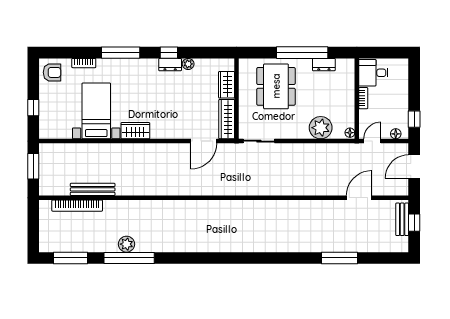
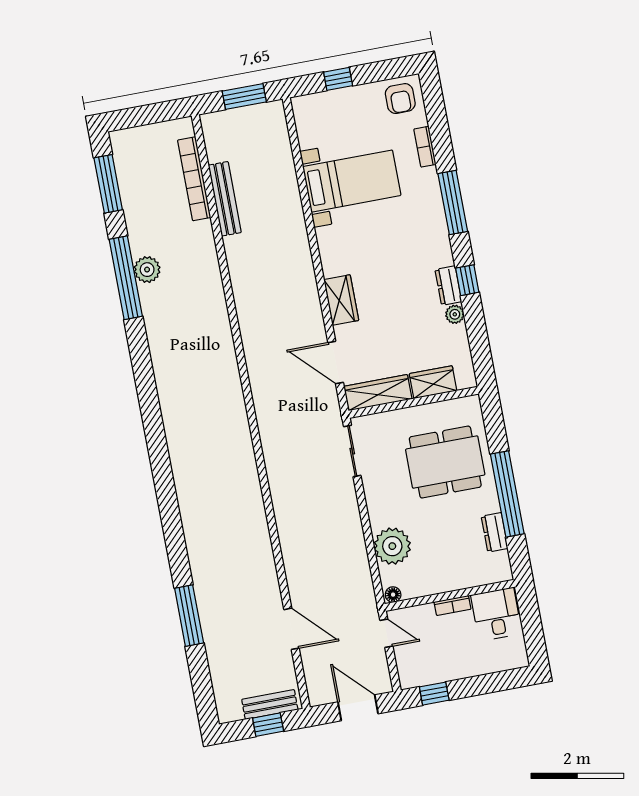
wardrobe: (135, 131) -> (341, 300), moved
floor lamp: (396, 134) -> (405, 668), removed

